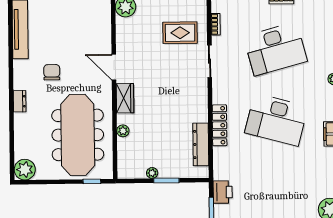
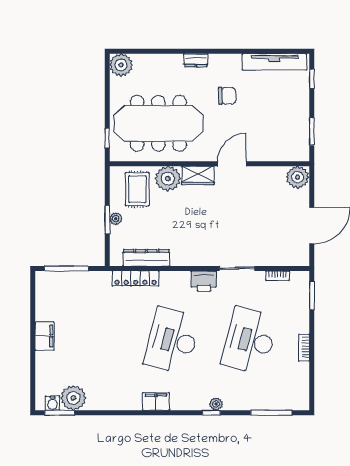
rug: (180, 33) -> (137, 189), moved
desk: (275, 49) -> (250, 341), turned 30
locker: (220, 125) -> (136, 278), moved
plant: (123, 131) -> (168, 179), width x1.88, depth x1.88
plant: (152, 173) -> (116, 219), moved
printer: (223, 192) -> (204, 281), moved

